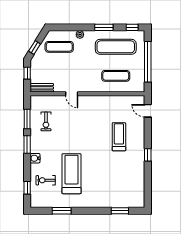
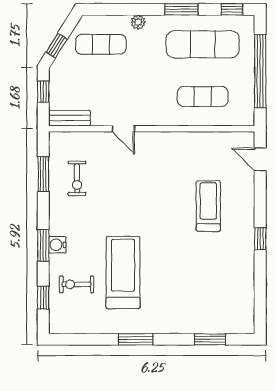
window: (27, 145) -> (43, 245), moved
window: (62, 211) -> (136, 339), moved

